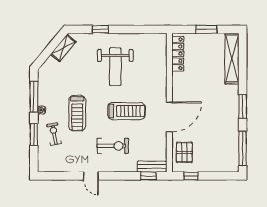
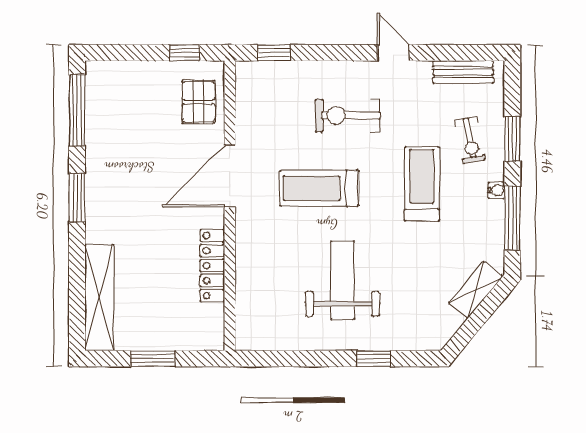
shelving: (63, 48) -> (475, 290), moved
locker: (178, 54) -> (212, 266), moved
bench: (152, 167) -> (463, 72), moved

